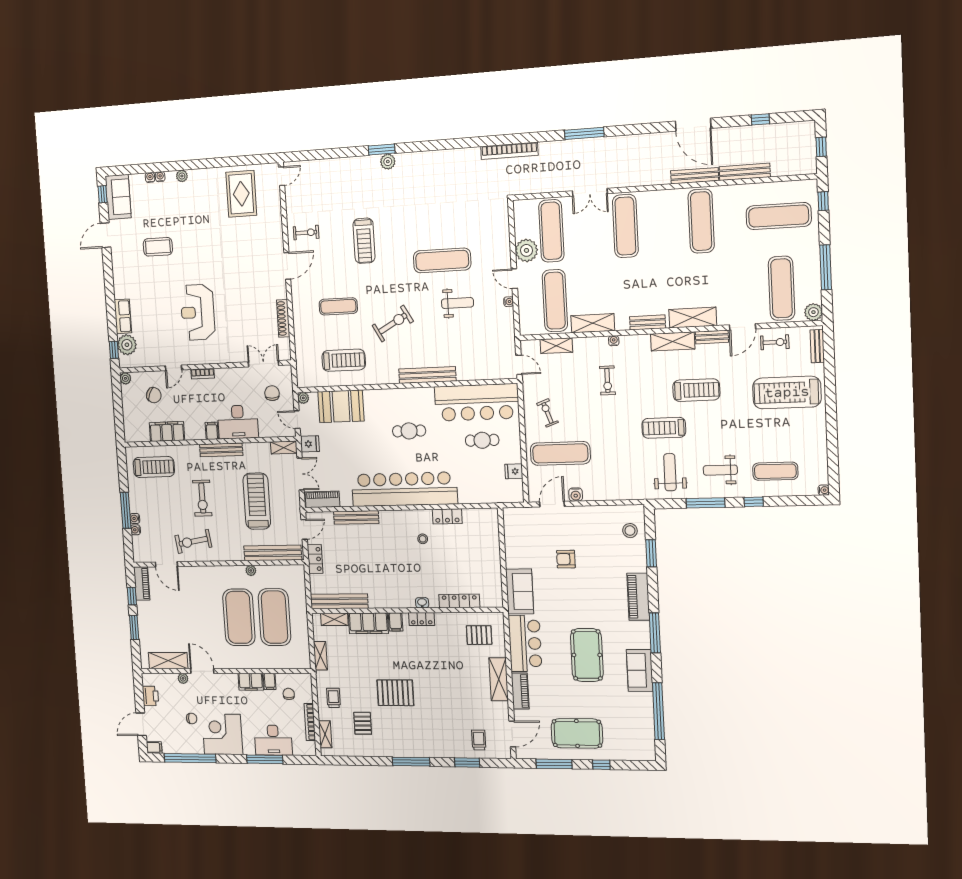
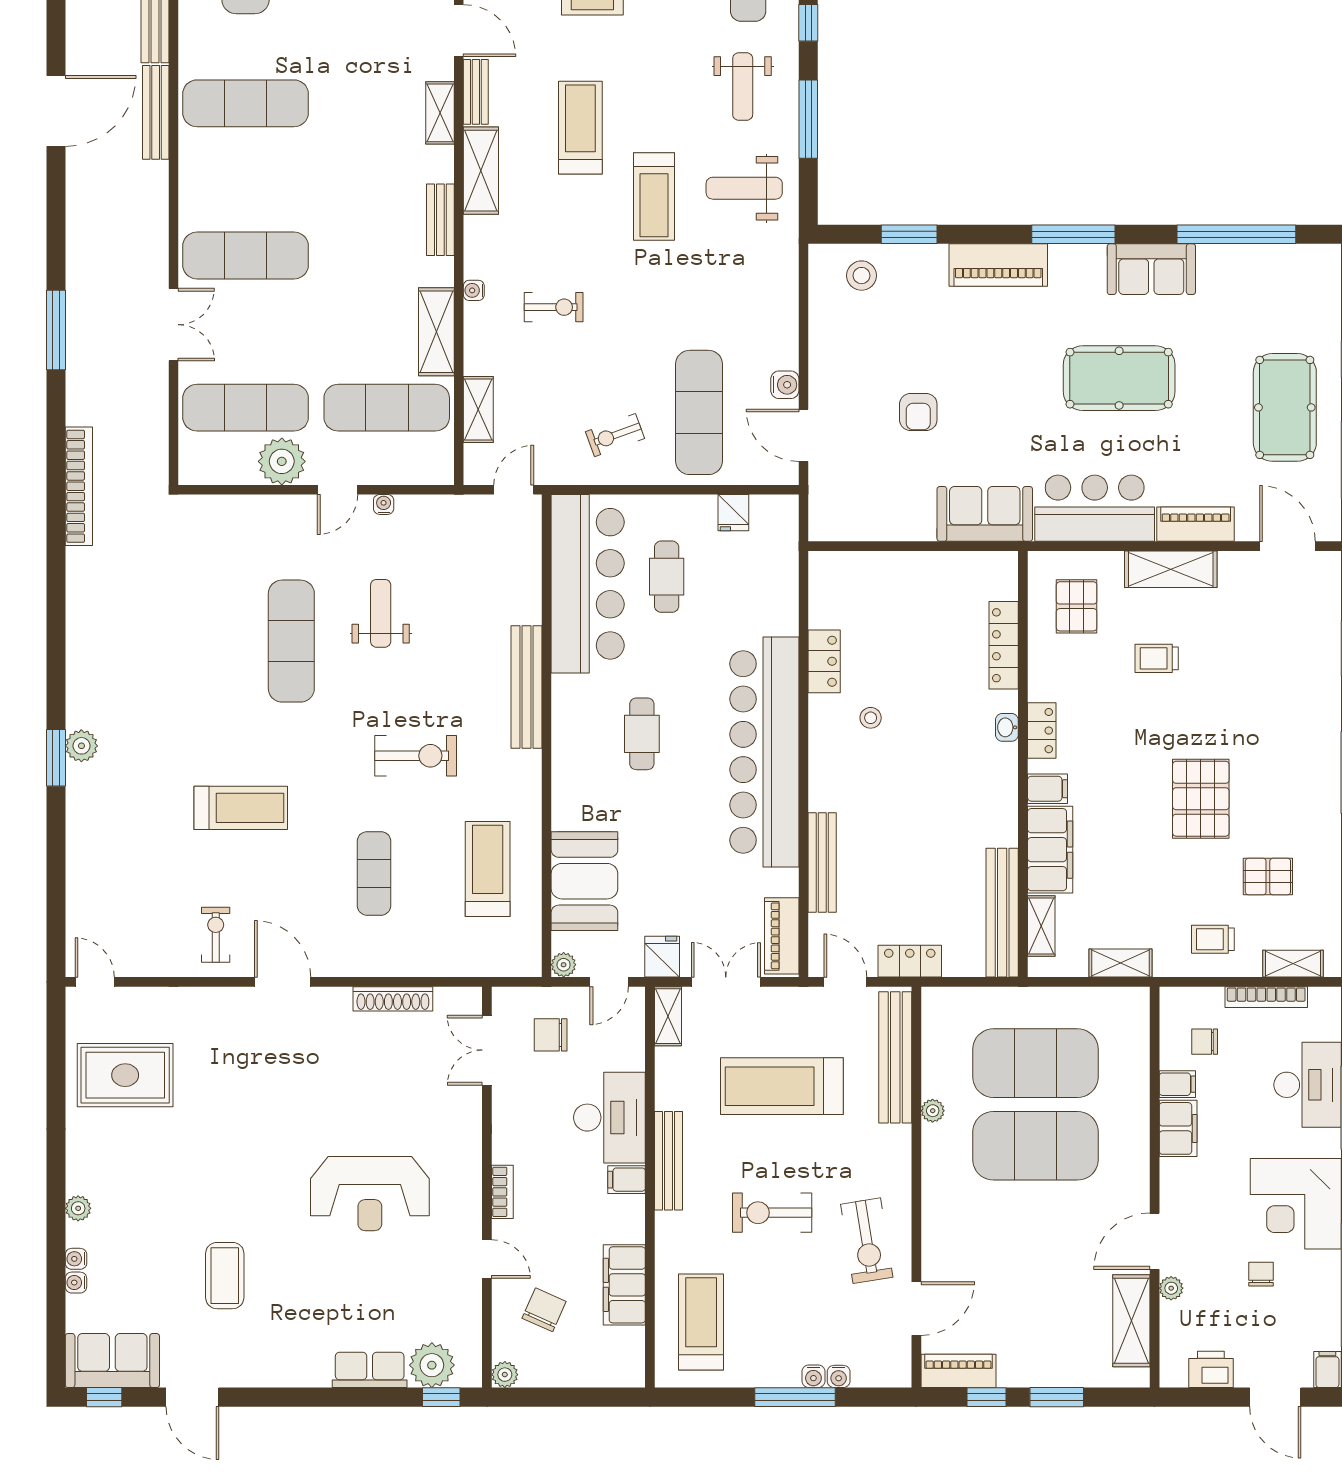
shelving: (693, 318) -> (440, 113), width x0.67, depth x0.75
exercise bike: (393, 323) -> (416, 756), turned 119
exercise bike: (202, 498) -> (772, 1213), turned 180
trolley: (479, 740) -> (1157, 658), moved

